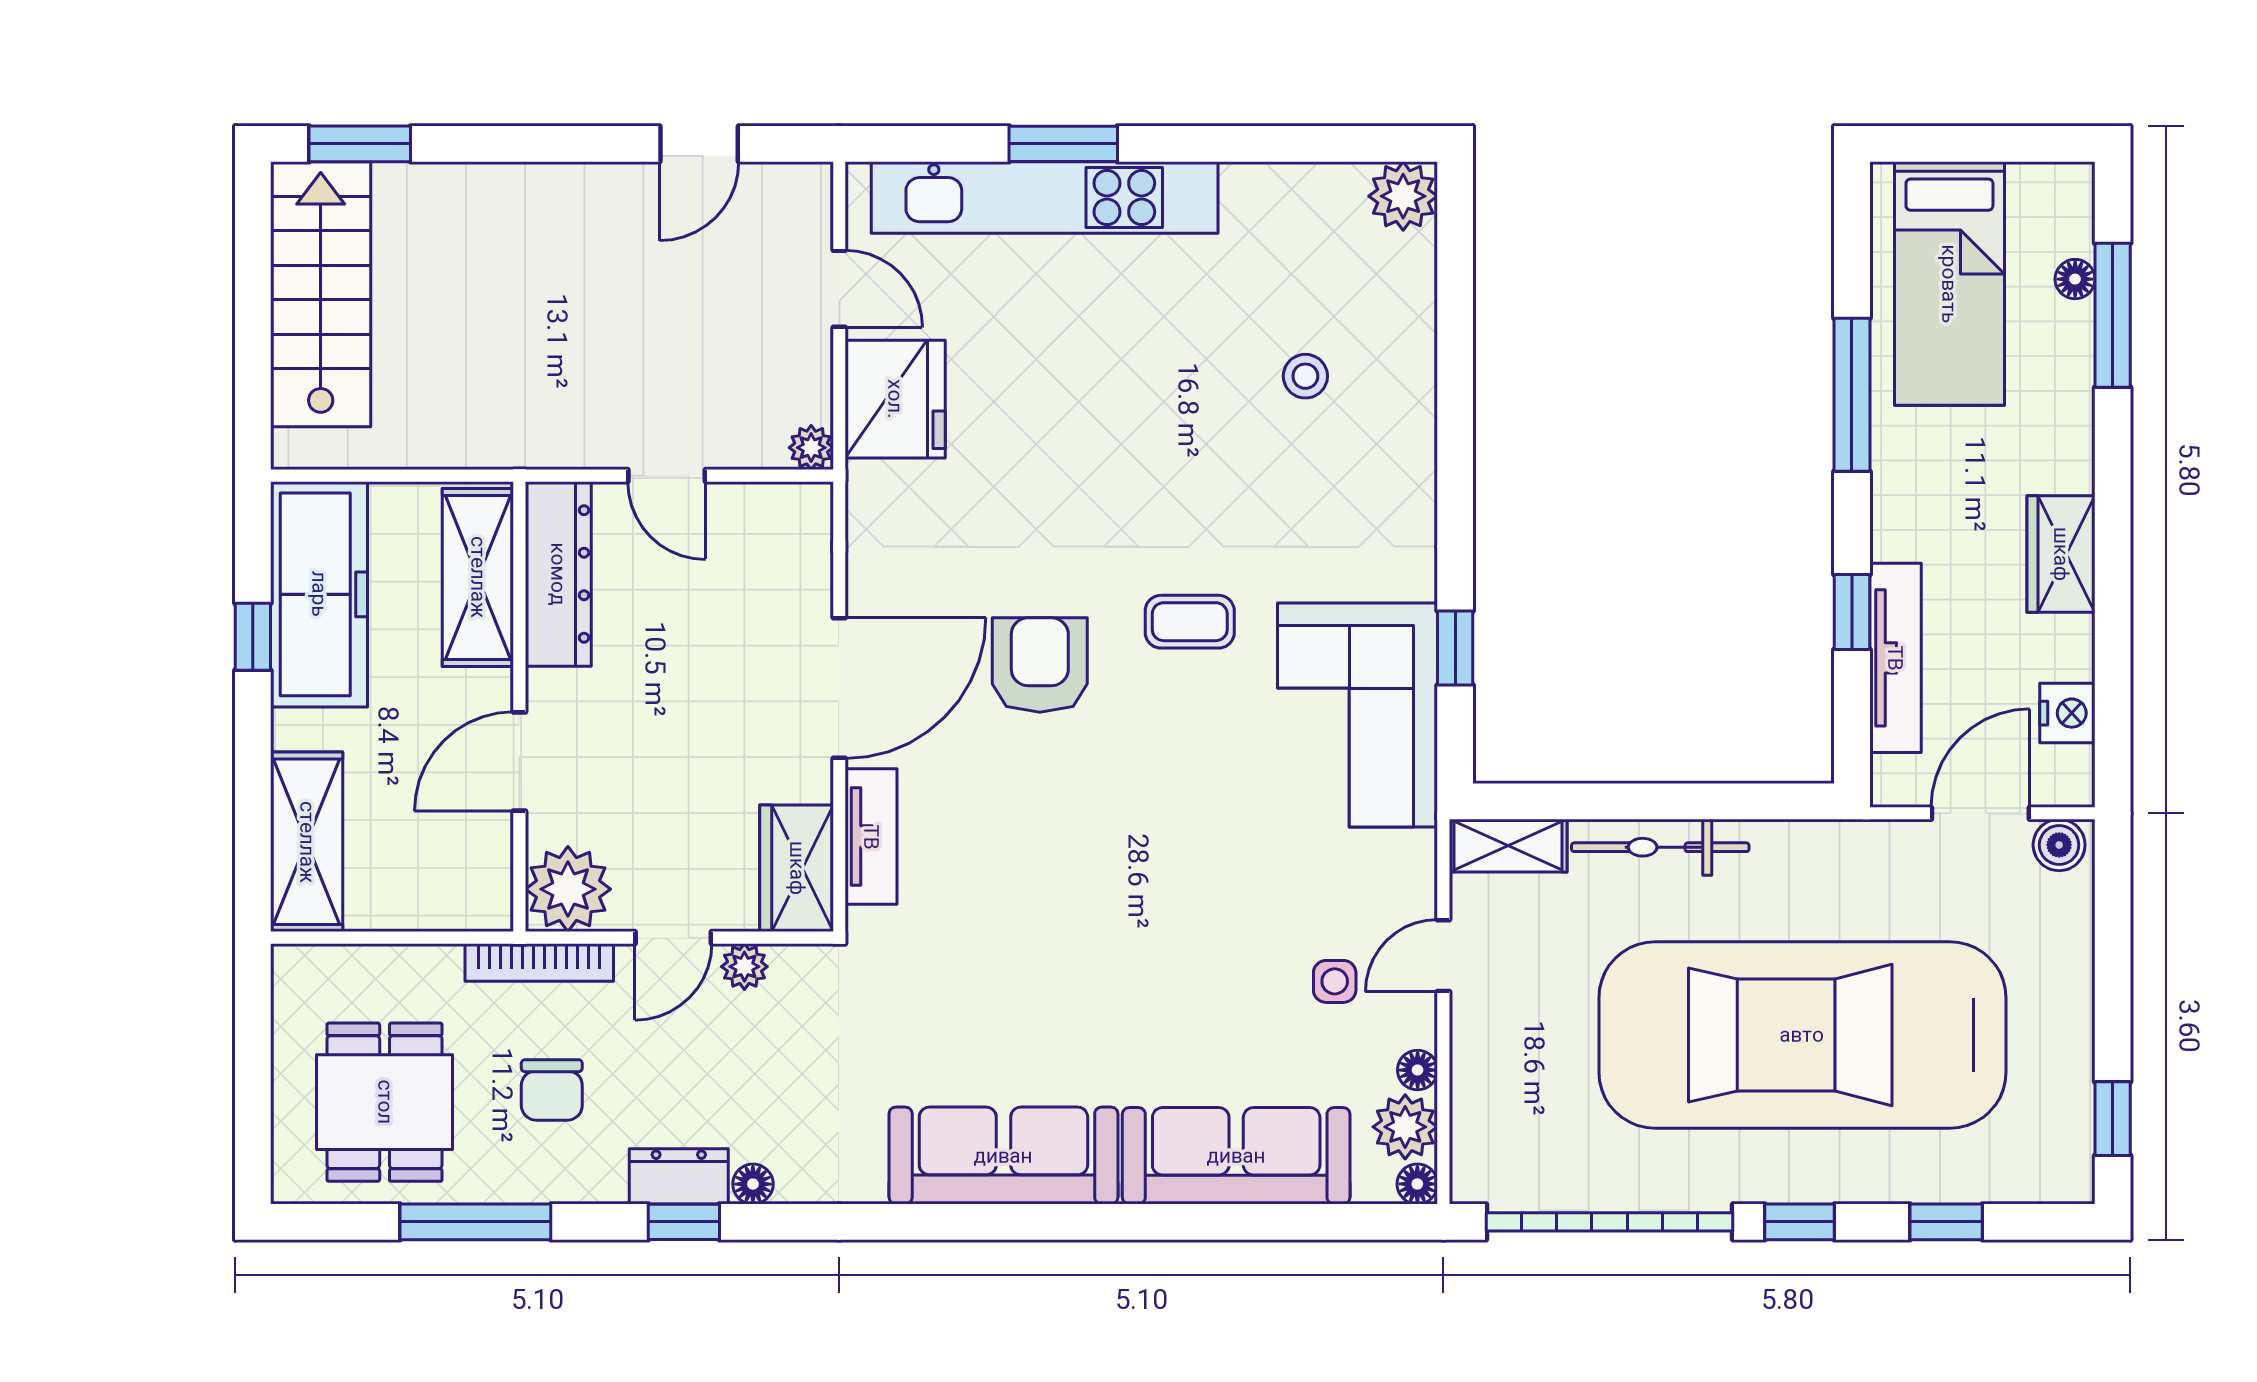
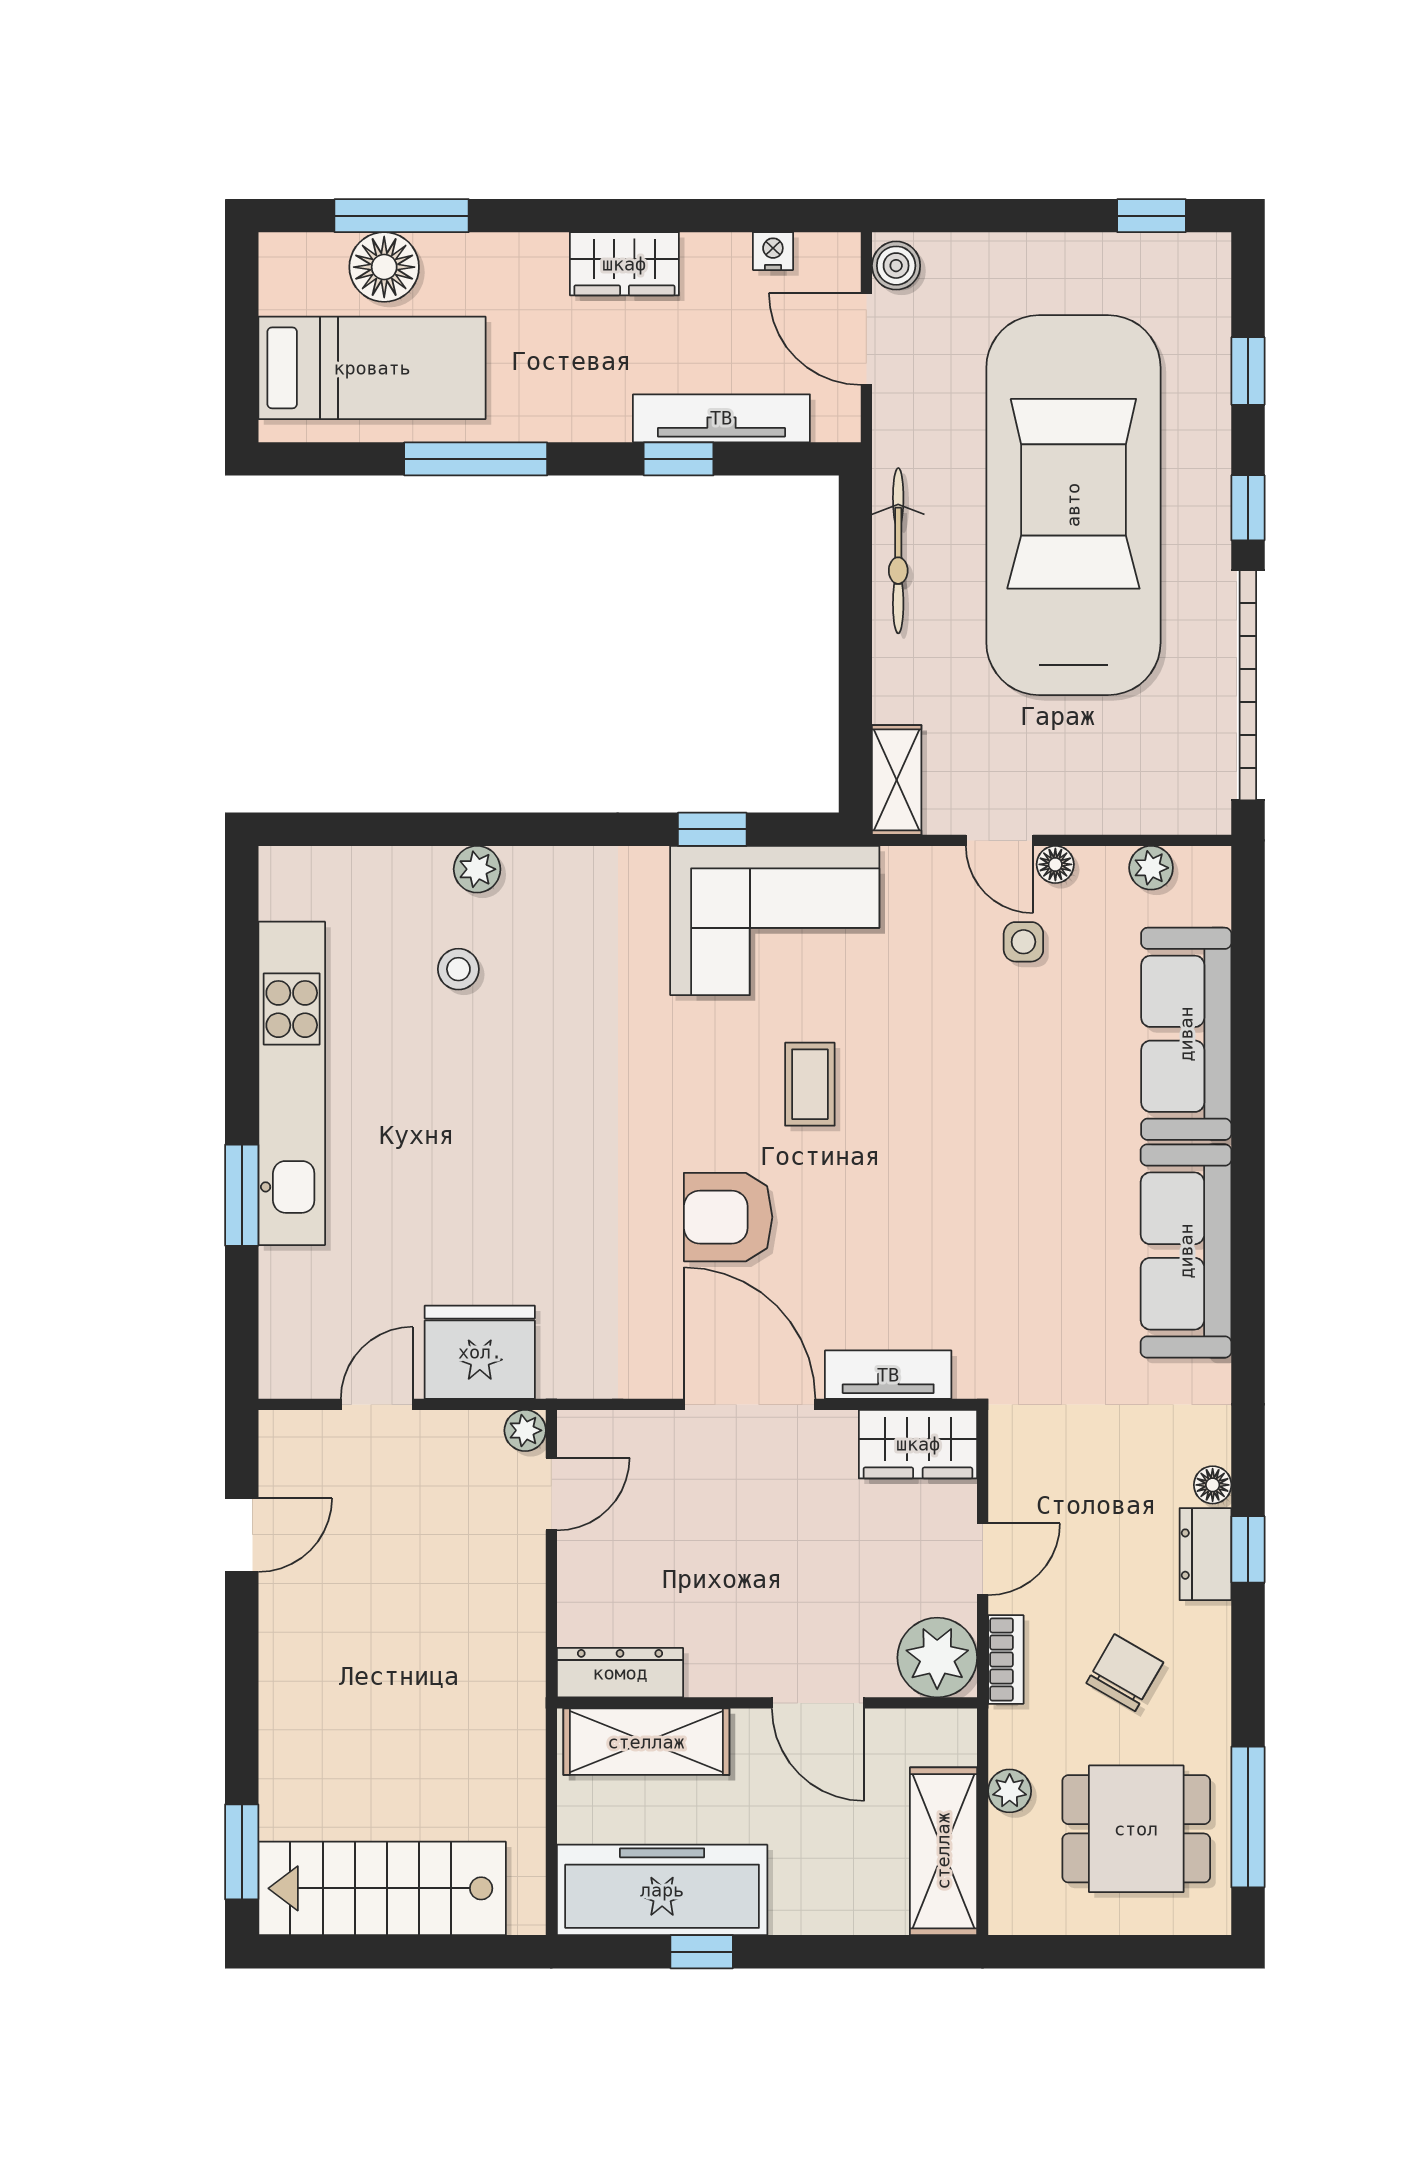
door: (699, 144) -> (242, 1535), hinge flipped
plant: (1403, 196) -> (477, 869), moved, width x0.73, depth x0.73
kitchen unit: (1045, 198) -> (292, 1083), moved
floor lamp: (2075, 279) -> (384, 267), width x1.89, depth x1.89
door: (667, 476) -> (551, 1494), moved
dresser: (558, 574) -> (620, 1673), width x0.73, depth x0.80
coffee table: (1190, 622) -> (810, 1084), moved
nightstand: (2067, 713) -> (773, 251), width x0.72, depth x0.74
shelving: (307, 842) -> (943, 1851), moved, turned 90
bicycle: (1660, 847) -> (898, 551), moved
door: (673, 938) -> (983, 1559), hinge flipped
bookcase: (539, 962) -> (1006, 1659), width x0.64
plant: (744, 967) -> (1010, 1791), moved
car: (1802, 1035) -> (1073, 505), turned 180
floor lamp: (1418, 1070) -> (1055, 864), moved
chair: (552, 1090) -> (1125, 1673), turned -60
plant: (1405, 1127) -> (1151, 868), width x0.73, depth x0.73
floor lamp: (1417, 1184) -> (1213, 865), removed
window: (475, 1222) -> (1248, 1817), moved

